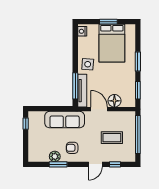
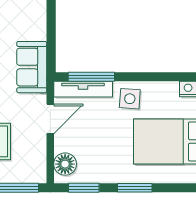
floor lamp: (114, 101) -> (65, 164), moved
sofa: (65, 120) -> (32, 67), width x0.73

